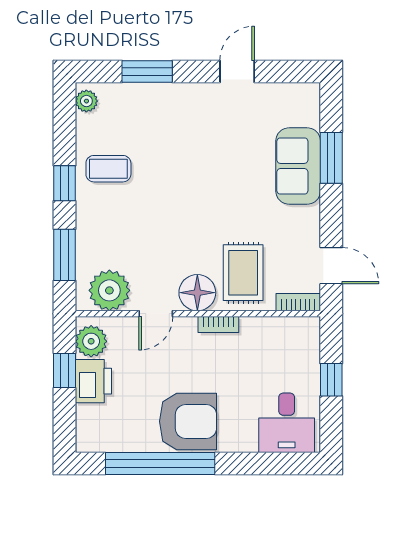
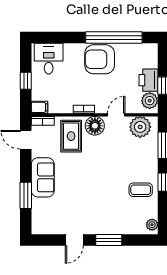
window: (147, 71) -> (109, 240), moved
sofa: (298, 166) -> (43, 177), moved
filing cabinet: (304, 328) -> (39, 107), added

